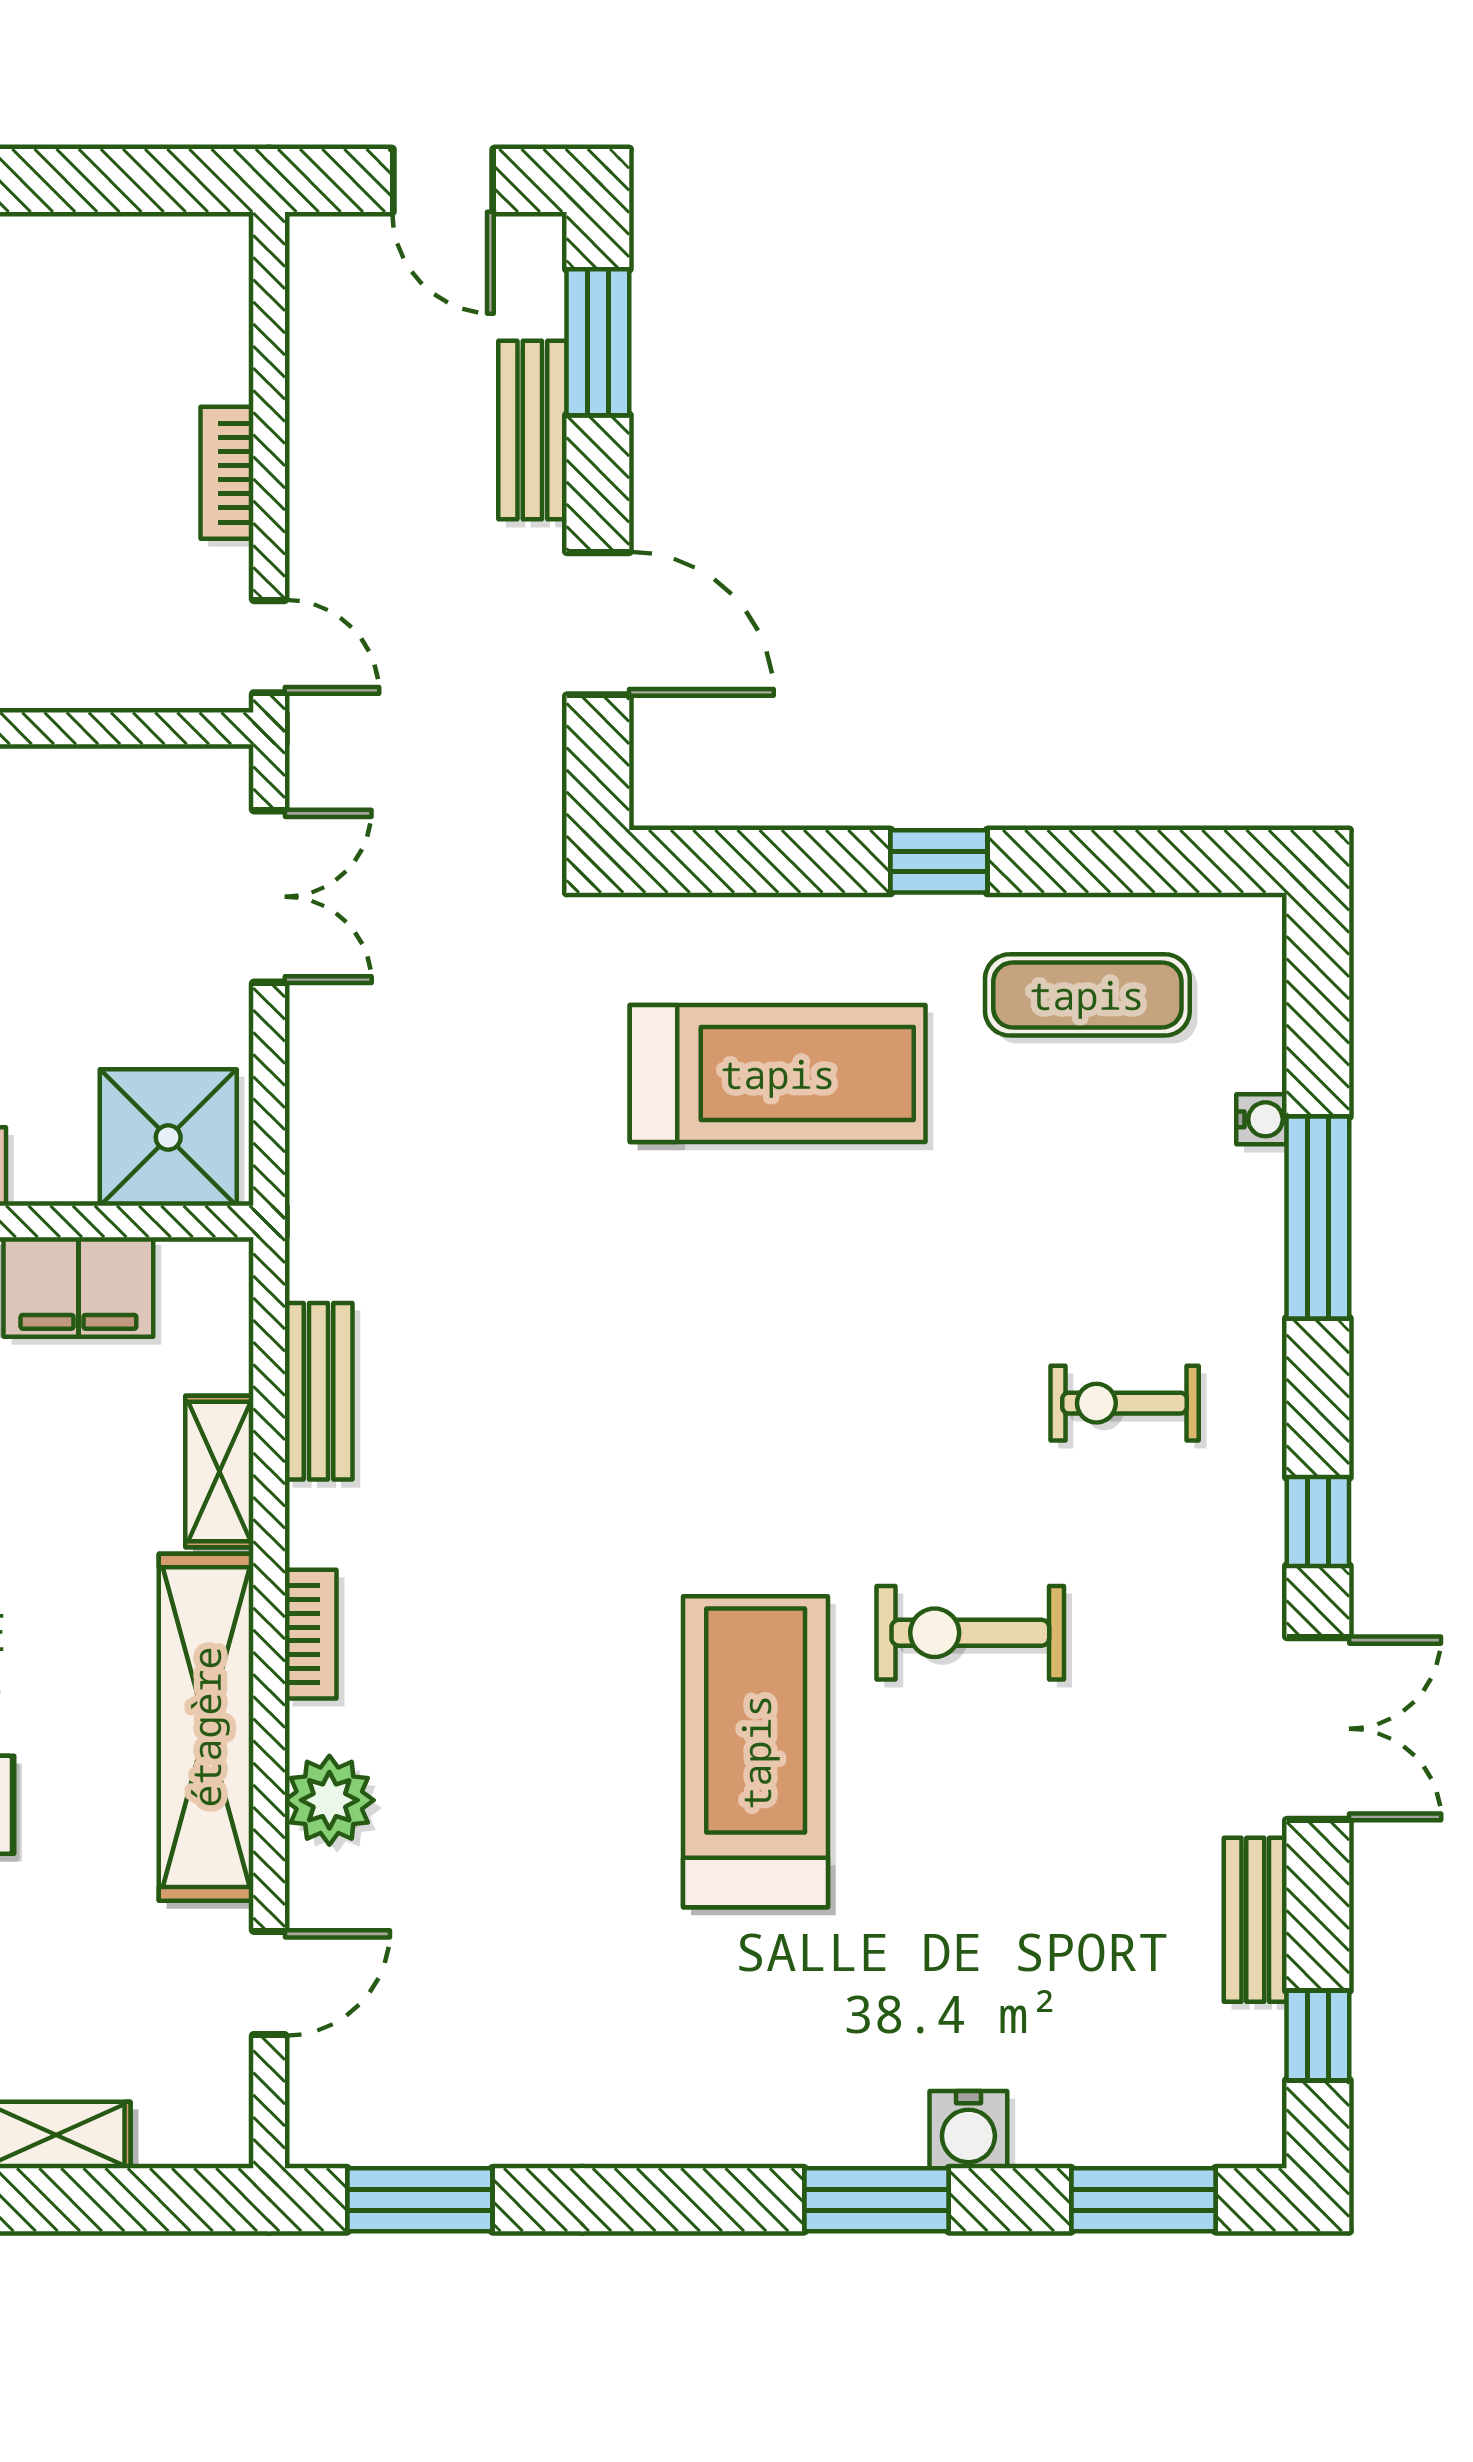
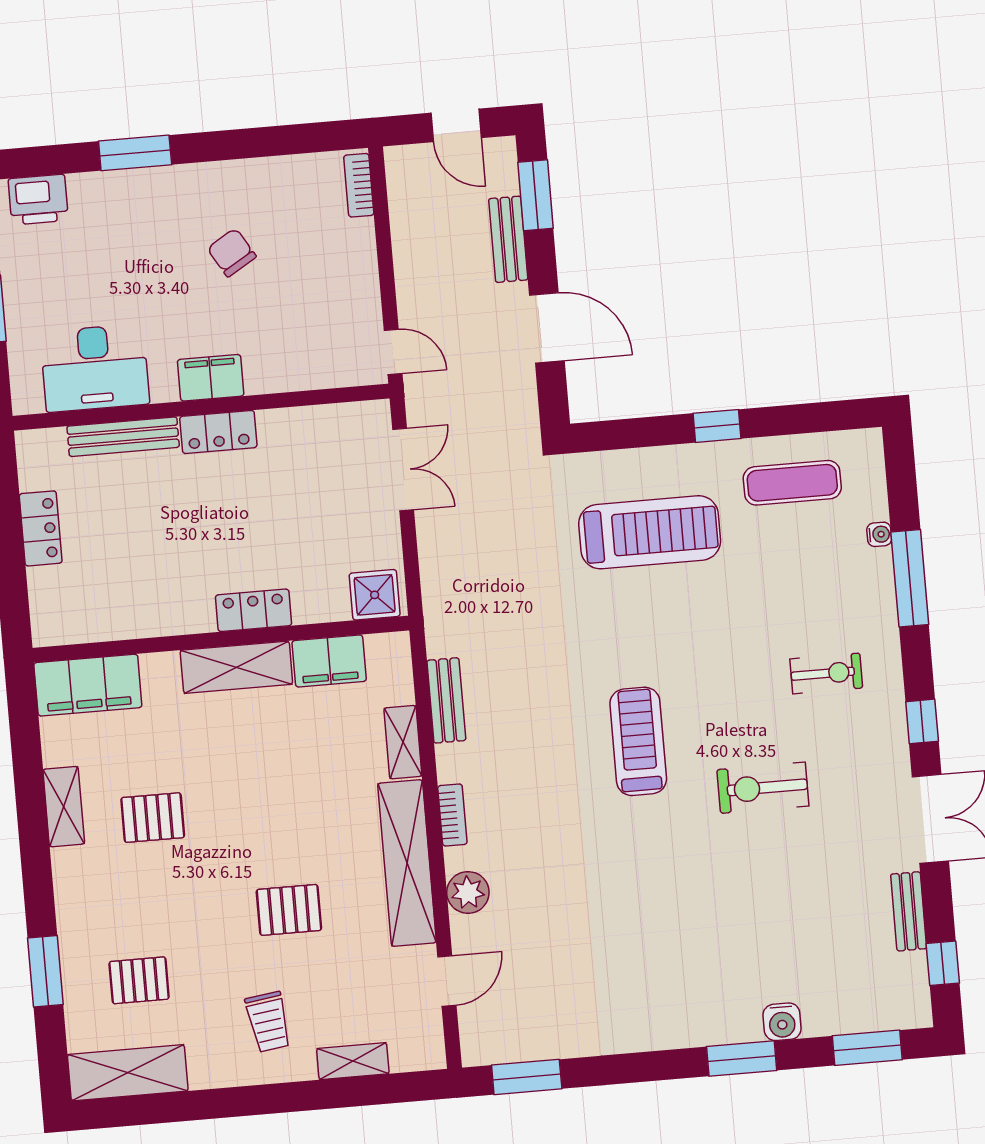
bookcase: (227, 473) -> (359, 185), moved
shower: (168, 1137) -> (375, 595), width x0.73, depth x0.73
exercise bike: (1125, 1403) -> (826, 673), turned 180
treadmill: (756, 1752) -> (638, 741), moved, width x0.73, depth x0.73

